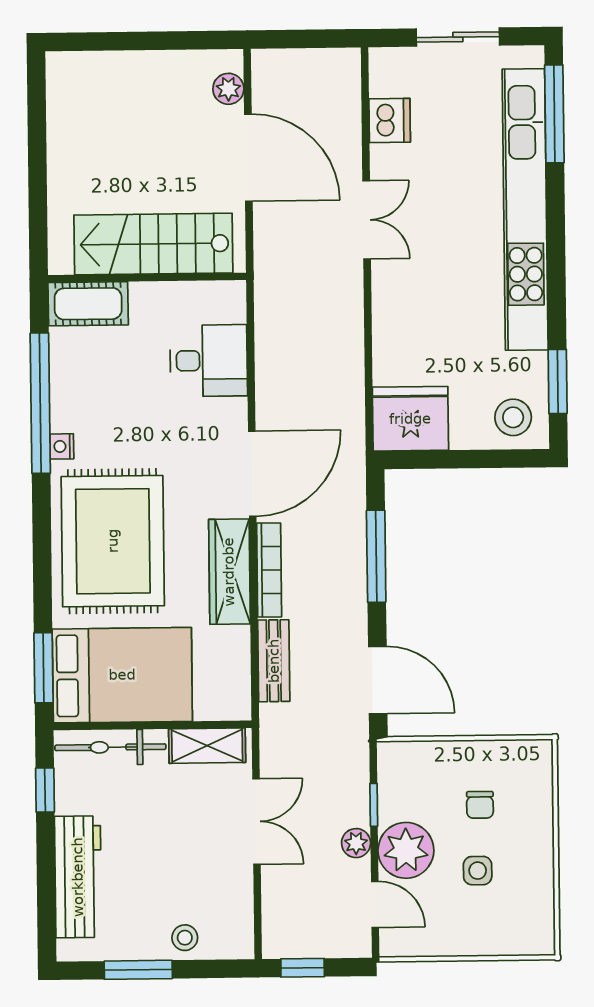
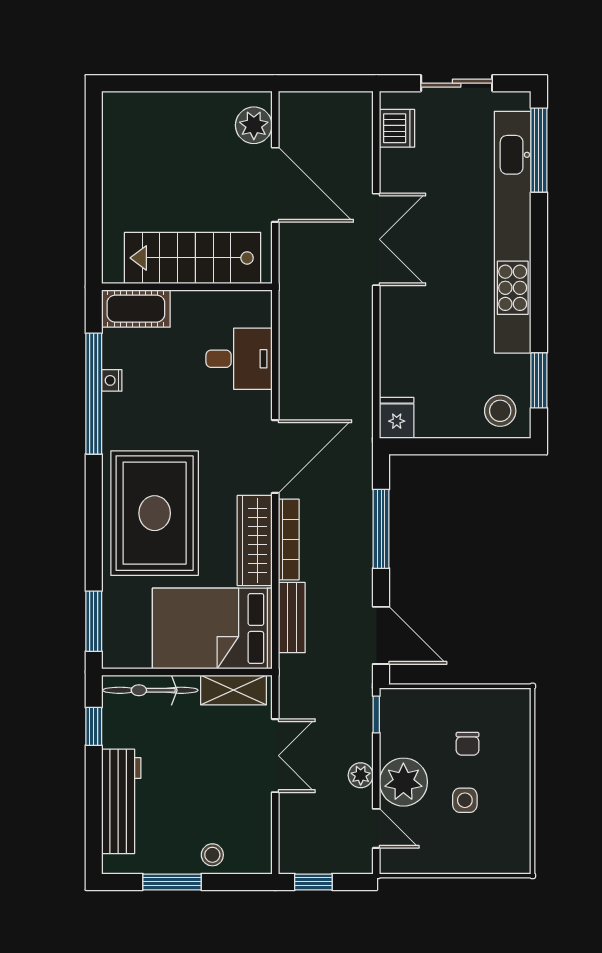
plant: (228, 89) -> (254, 125), width x1.38, depth x1.38
dishwasher: (390, 121) -> (397, 128), moved
double door: (367, 220) -> (376, 239), width x1.37
fridge: (410, 419) -> (397, 418), width x0.53, depth x0.75
nightstand: (62, 446) -> (112, 380), moved
bed: (122, 675) -> (212, 628), moved, turned 180
window: (374, 805) -> (376, 714), moved

